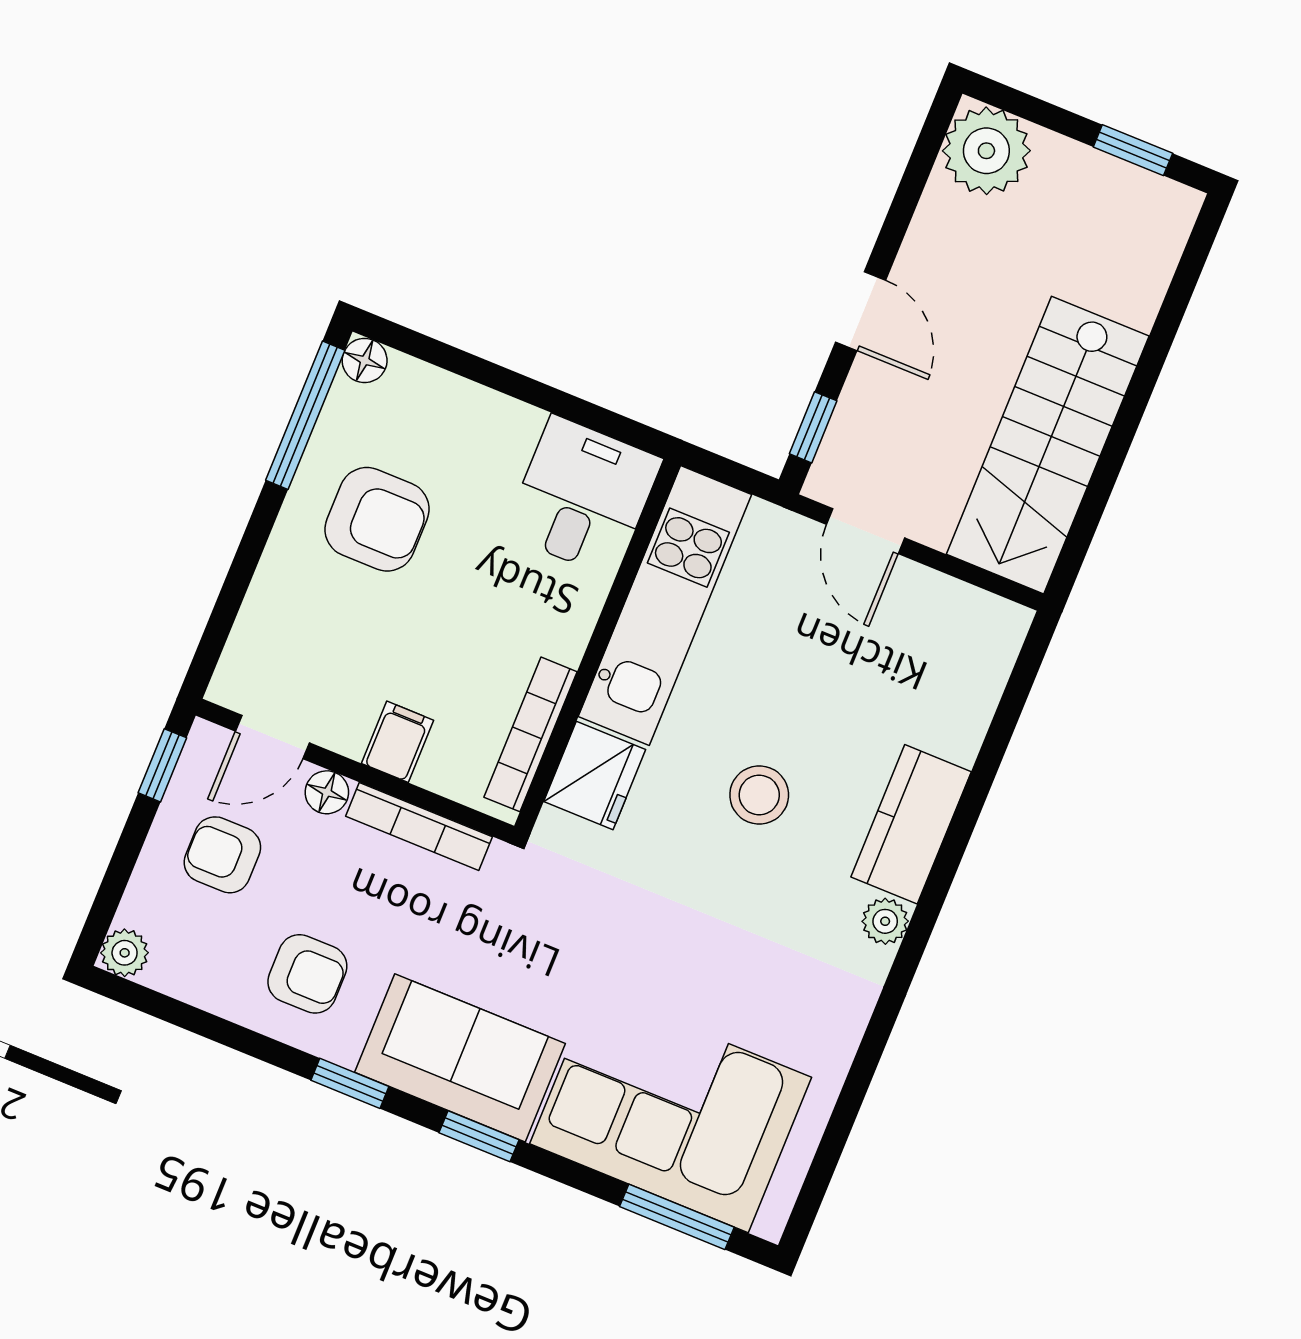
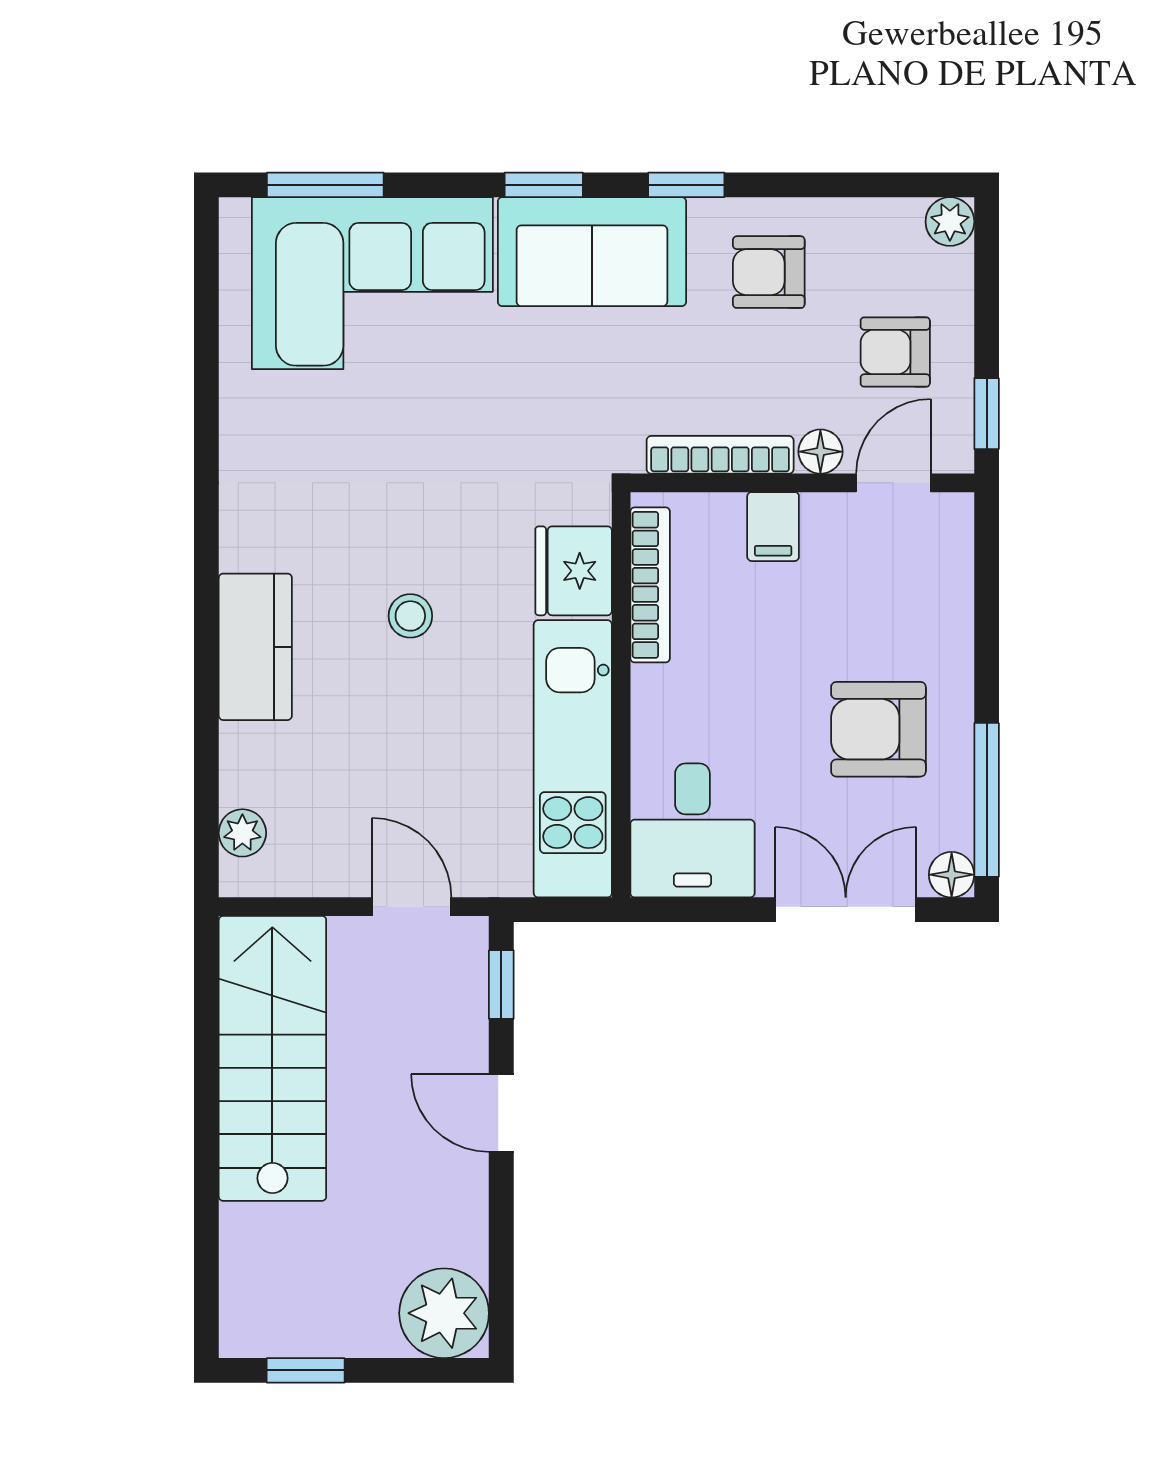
double door: (474, 368) -> (846, 910), added
stool: (759, 795) -> (410, 616), width x0.73, depth x0.73
armchair: (222, 855) -> (895, 352), turned 180
plant: (885, 921) -> (242, 833), moved

